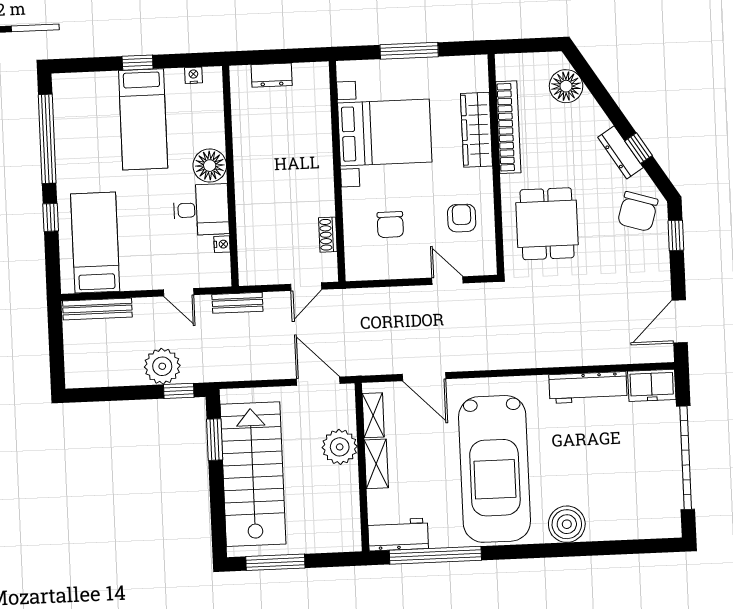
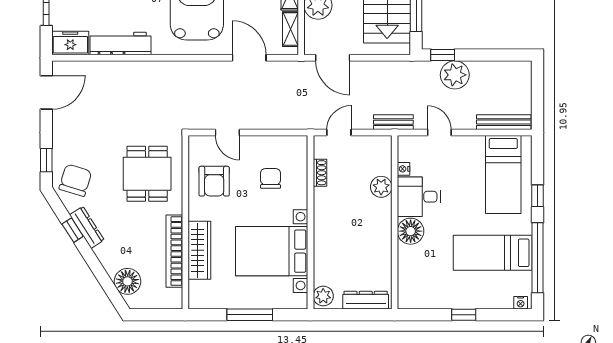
nightstand: (193, 75) -> (521, 303), moved
dresser: (272, 75) -> (366, 300), width x1.44
plant: (317, 78) -> (323, 296), added
bed: (143, 119) -> (493, 253), moved, turned -90
armchair: (462, 218) -> (214, 181), width x1.38, depth x1.38
plant: (249, 220) -> (381, 187), added

